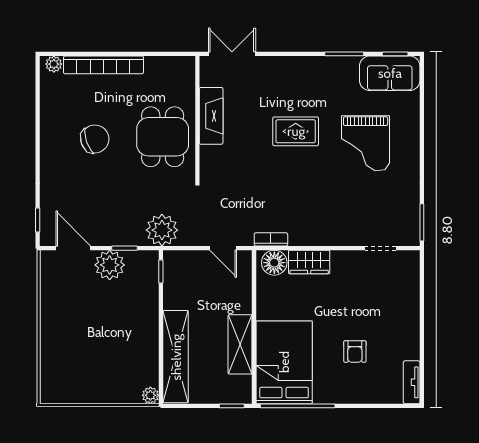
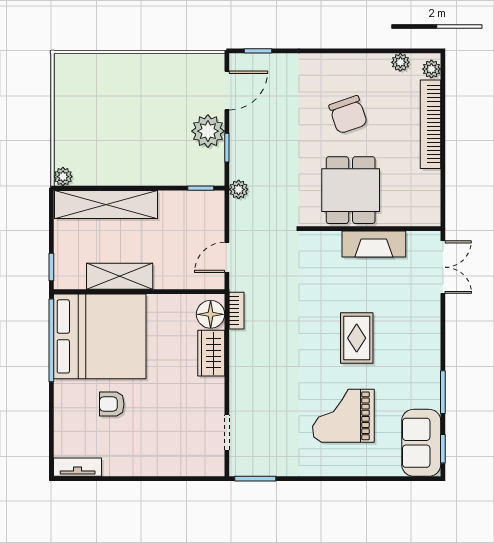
plant: (48, 92) -> (400, 62), added
dining table: (163, 137) -> (351, 190), turned 90
plant: (162, 230) -> (239, 189), width x0.53, depth x0.53
bed: (284, 362) -> (100, 336), width x1.36

